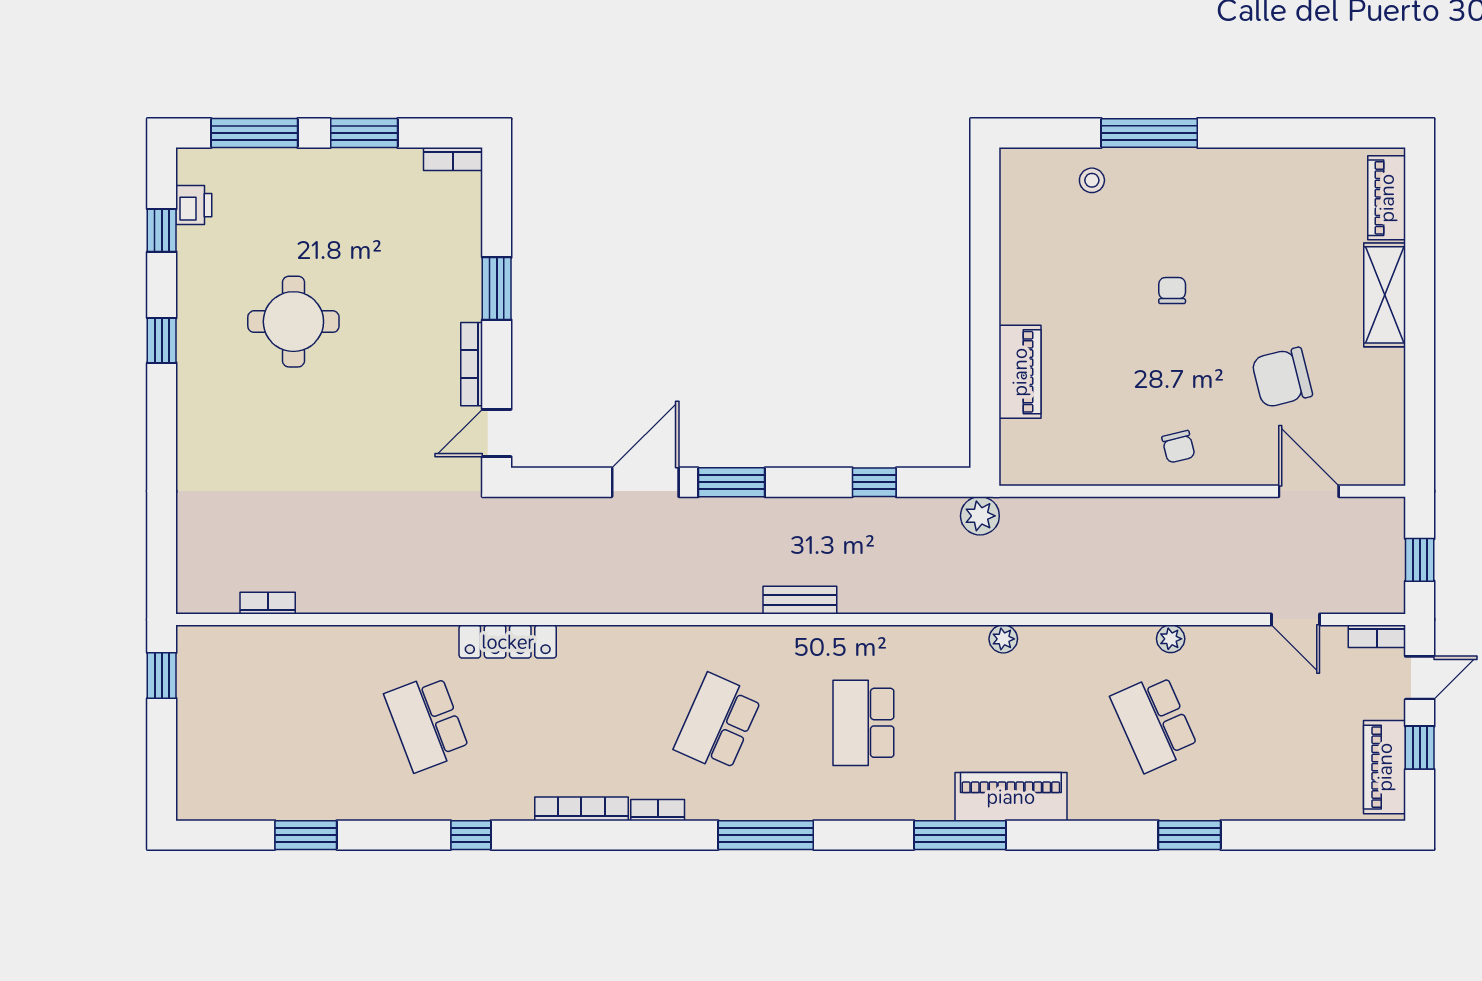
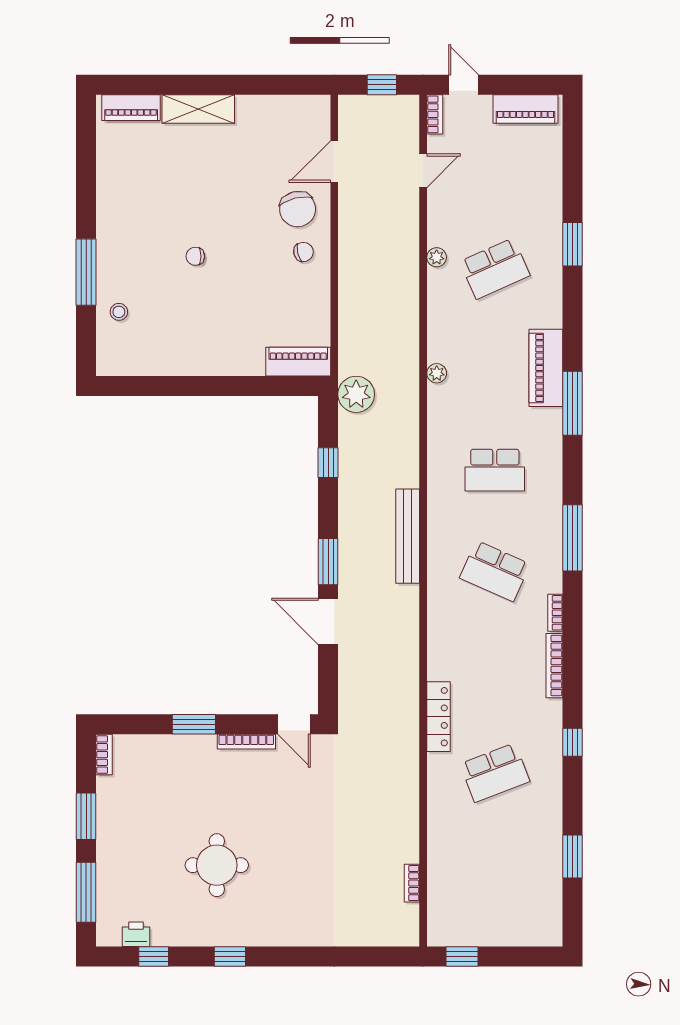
piano: (1020, 372) -> (298, 362), moved
chair: (1282, 377) -> (298, 209), moved
plant: (980, 516) -> (356, 394), width x1.36, depth x1.36
bench: (800, 600) -> (408, 536), width x1.86, depth x1.21
window: (1420, 748) -> (512, 85), removed

